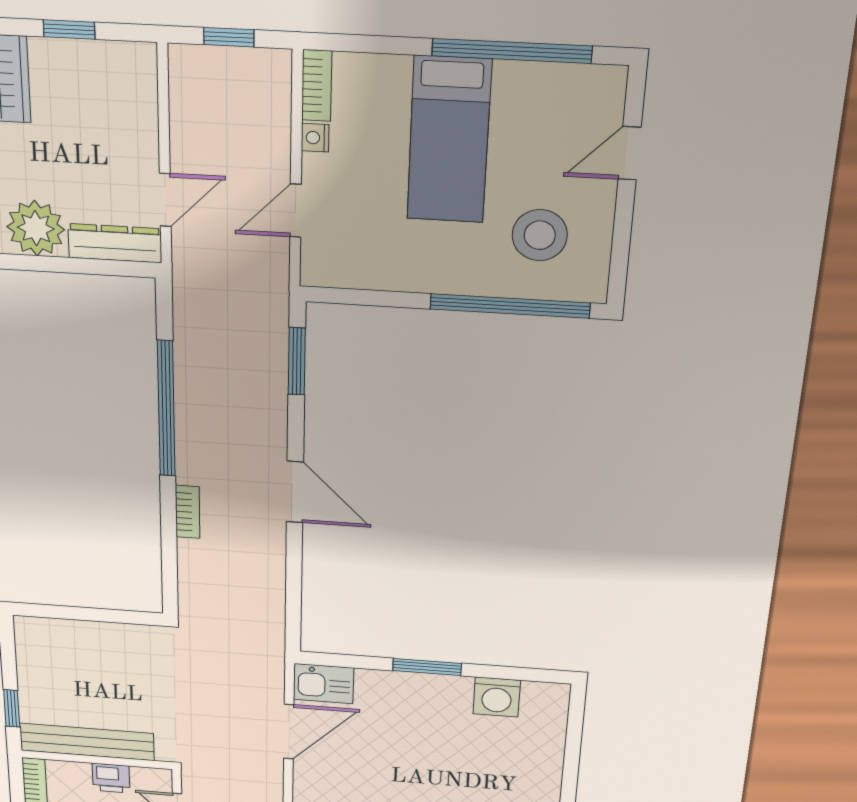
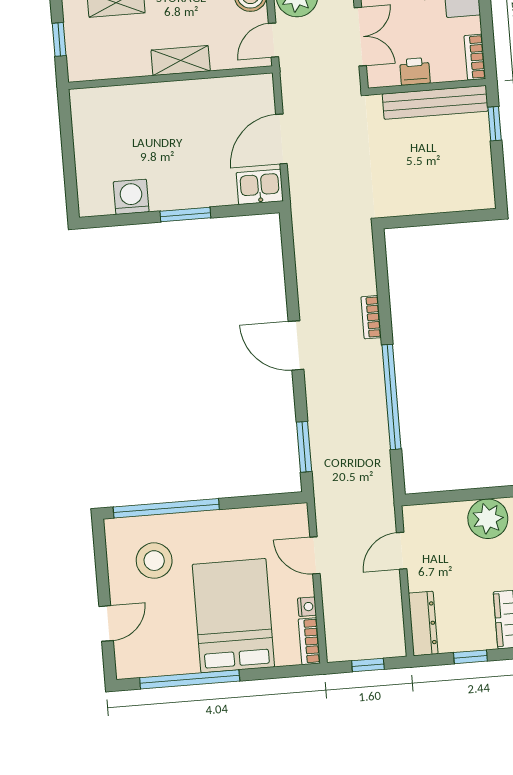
bed: (449, 140) -> (233, 616), width x1.50
door: (296, 211) -> (315, 555), swing flipped
dresser: (115, 243) -> (423, 624), moved, turned -90

